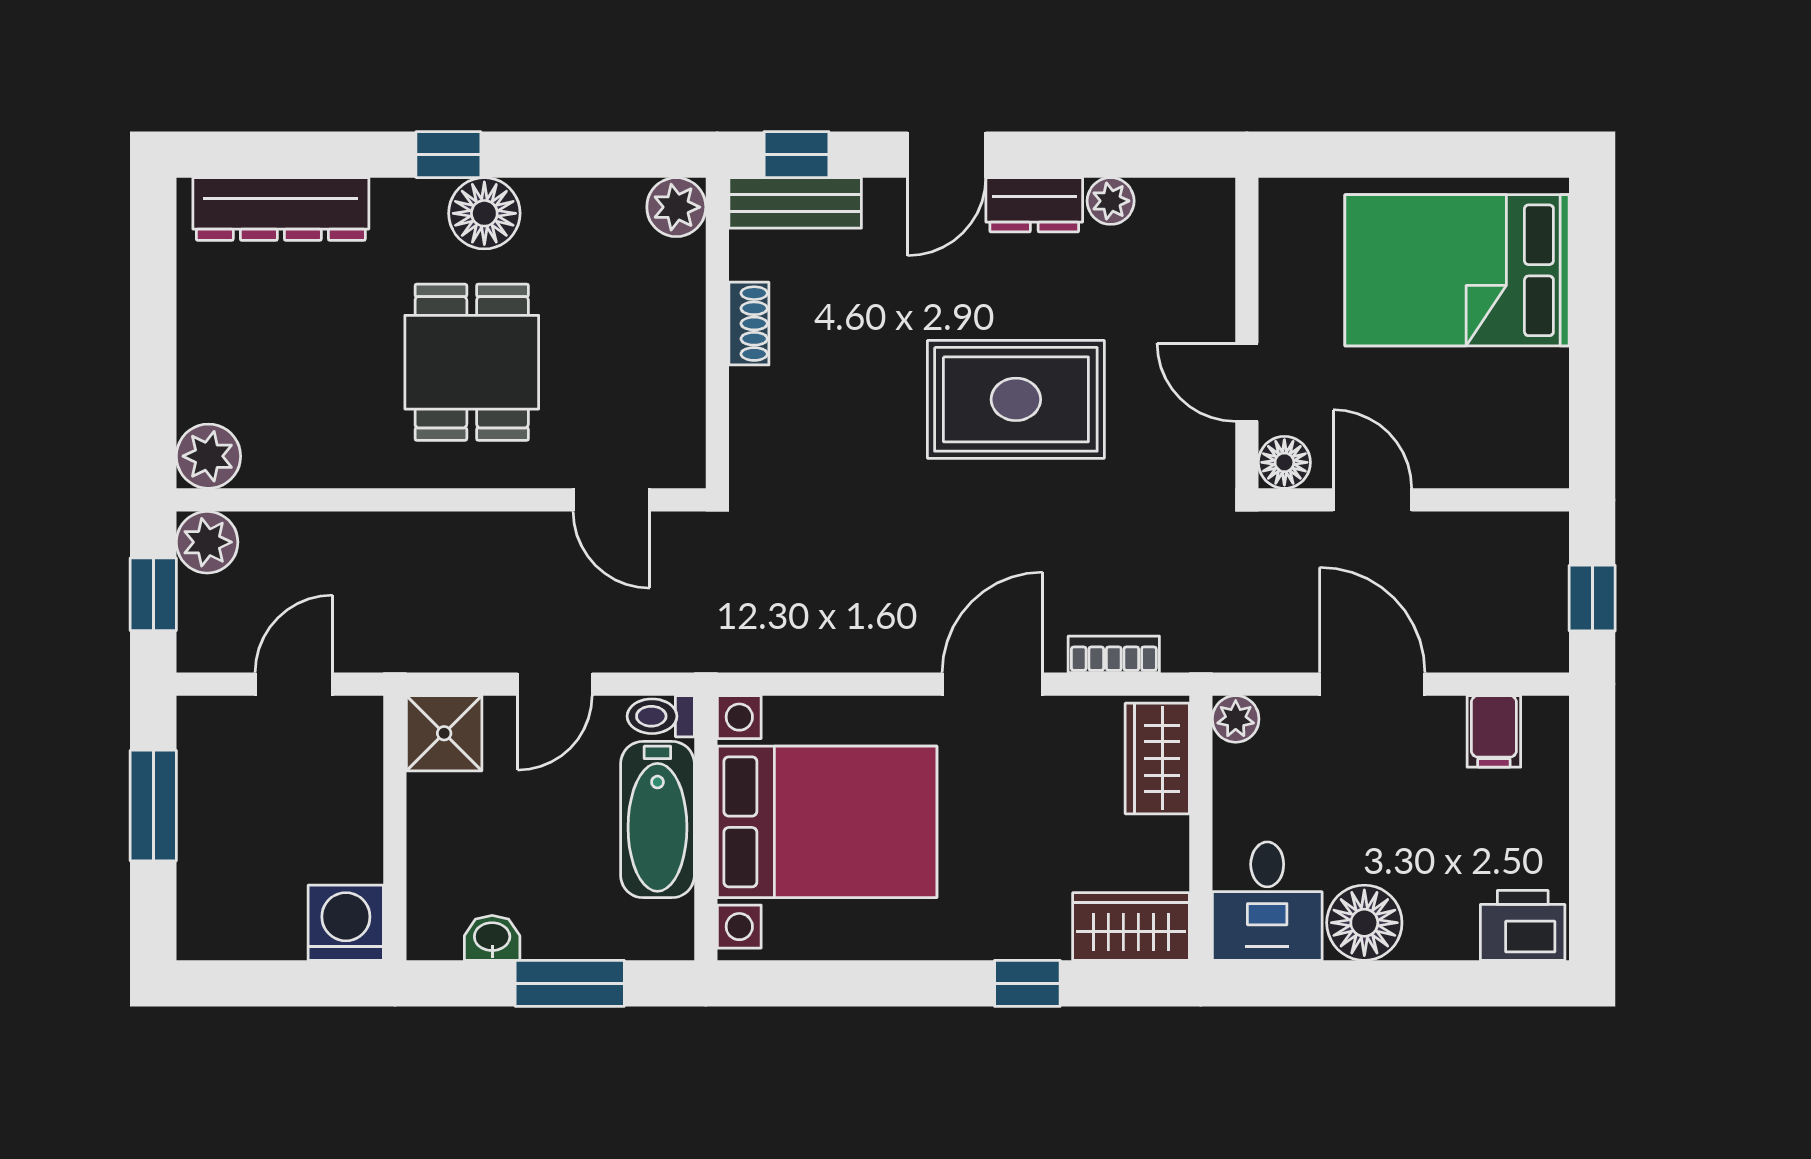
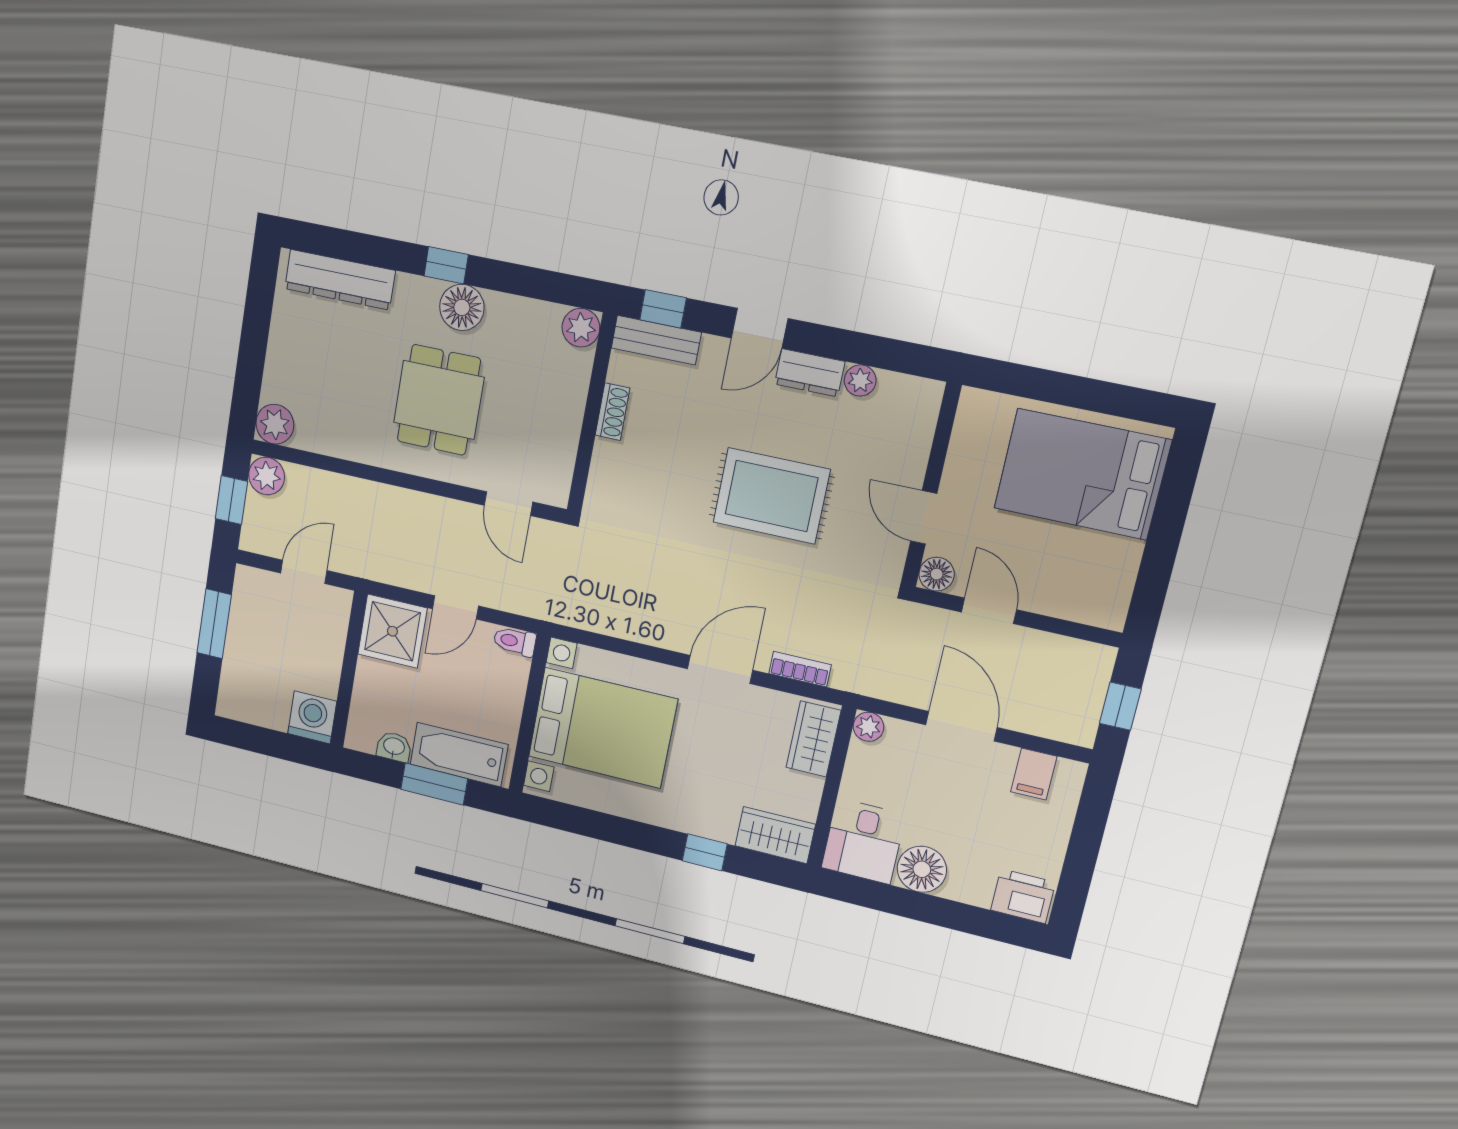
shower: (444, 733) -> (392, 631), width x1.36, depth x1.36
bathtub: (657, 820) -> (459, 754), moved, turned 90

